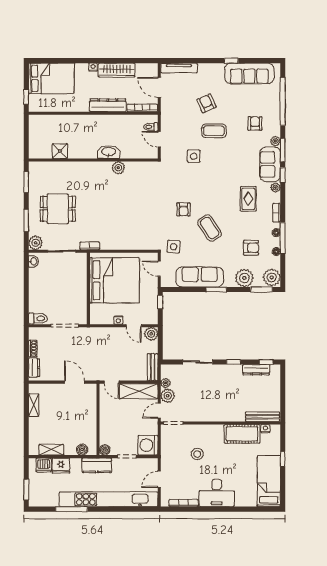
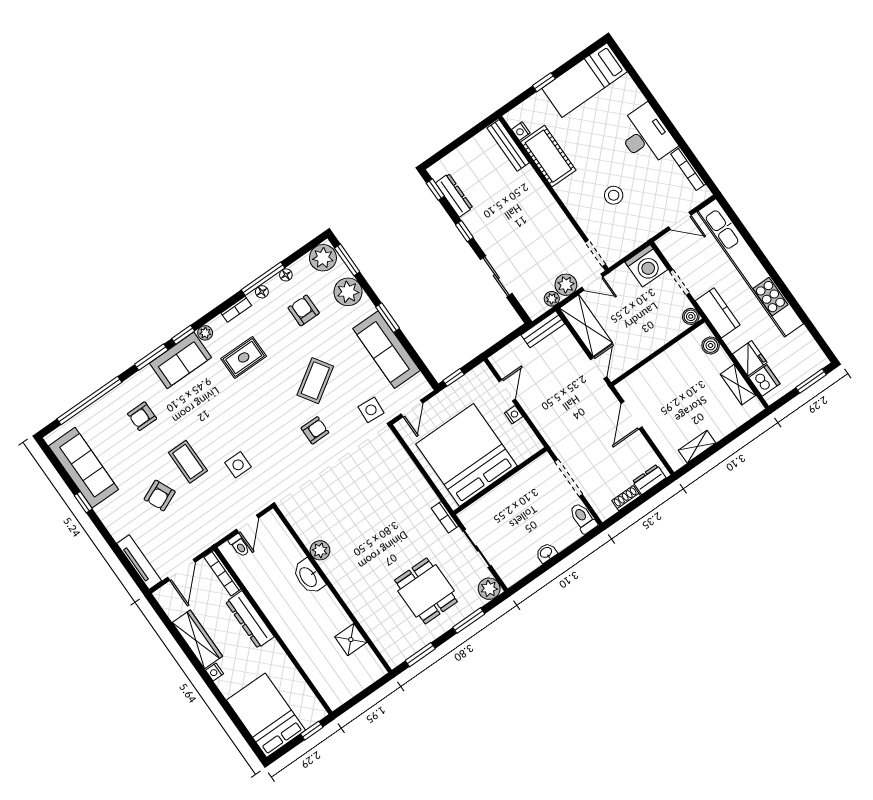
plant: (275, 141) -> (146, 374), removed
washbasin: (33, 261) -> (546, 553), moved
plant: (151, 334) -> (502, 361), removed
window: (72, 509) -> (796, 306), removed

